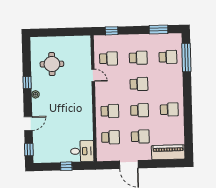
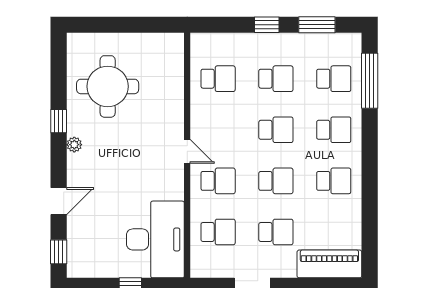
window: (112, 31) -> (267, 25), moved
round table: (52, 64) -> (108, 86), width x1.36, depth x1.36
door: (93, 75) -> (187, 151), moved
school desk: (169, 83) -> (334, 130), added
desk: (82, 151) -> (155, 239), width x1.87, depth x1.30

